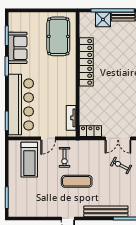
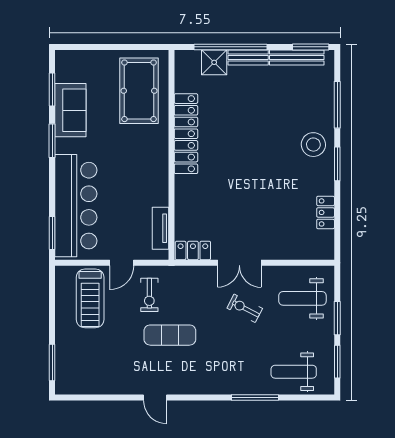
bench: (106, 211) -> (219, 385), removed

